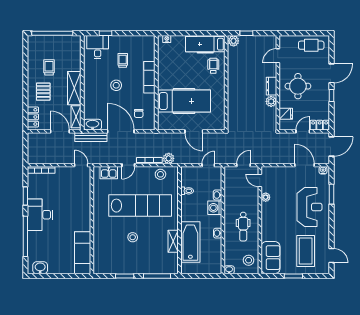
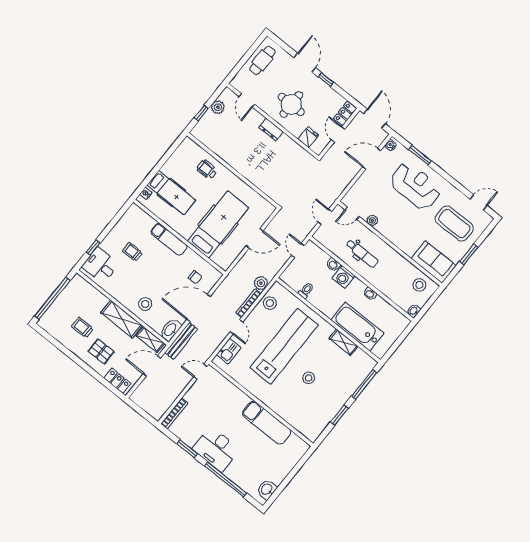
plant: (234, 41) -> (218, 107), moved
hospital bed: (205, 44) -> (171, 193), moved, turned -90
stool: (116, 85) -> (145, 304), moved
plant: (271, 101) -> (285, 142), removed
dental chair: (243, 227) -> (362, 253), moved
exam couch: (83, 253) -> (267, 423), moved

